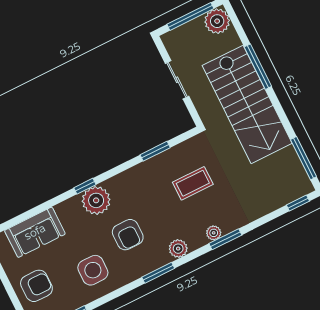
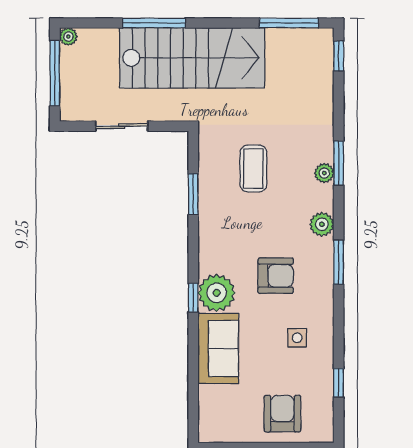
plant: (217, 21) -> (68, 37), width x0.53, depth x0.53
sofa: (35, 232) -> (218, 349), moved
side table: (93, 270) -> (297, 338), width x0.54, depth x0.54

